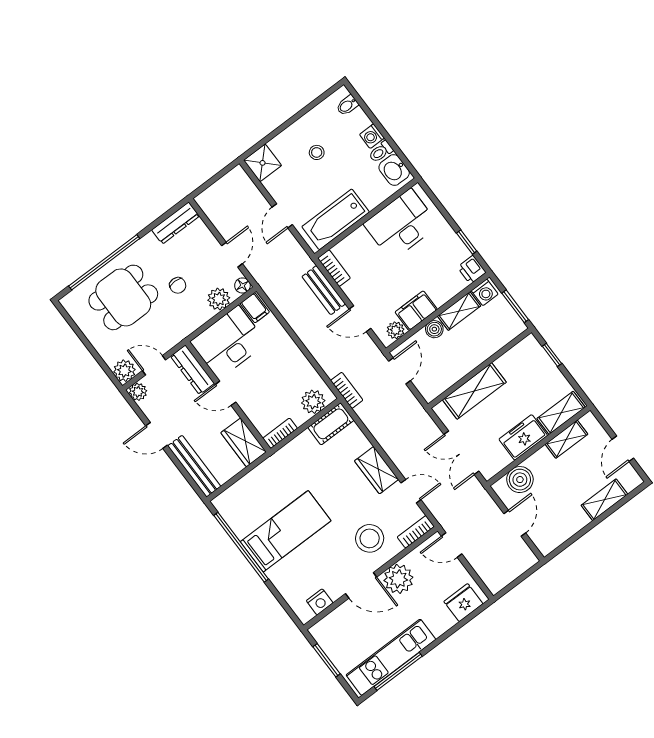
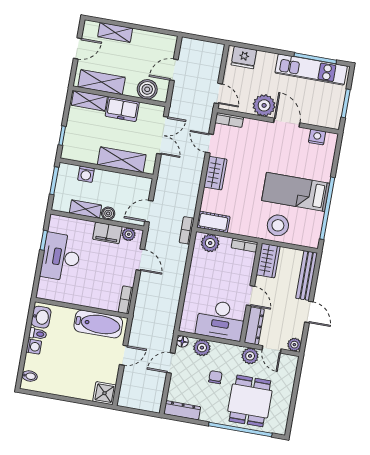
stool: (317, 152) -> (71, 369), removed
desk: (401, 225) -> (61, 257), moved, turned 90
printer: (472, 270) -> (56, 223), removed
bench: (324, 290) -> (143, 294), removed
washing machine: (485, 292) -> (86, 174), moved, turned 180
dining table: (123, 297) -> (250, 401), turned 90
filing cabinet: (255, 308) -> (188, 323), removed
plant: (124, 371) -> (250, 356), moved
shelving: (566, 439) -> (102, 82), width x1.50, depth x1.33
stool: (370, 538) -> (278, 225), moved

